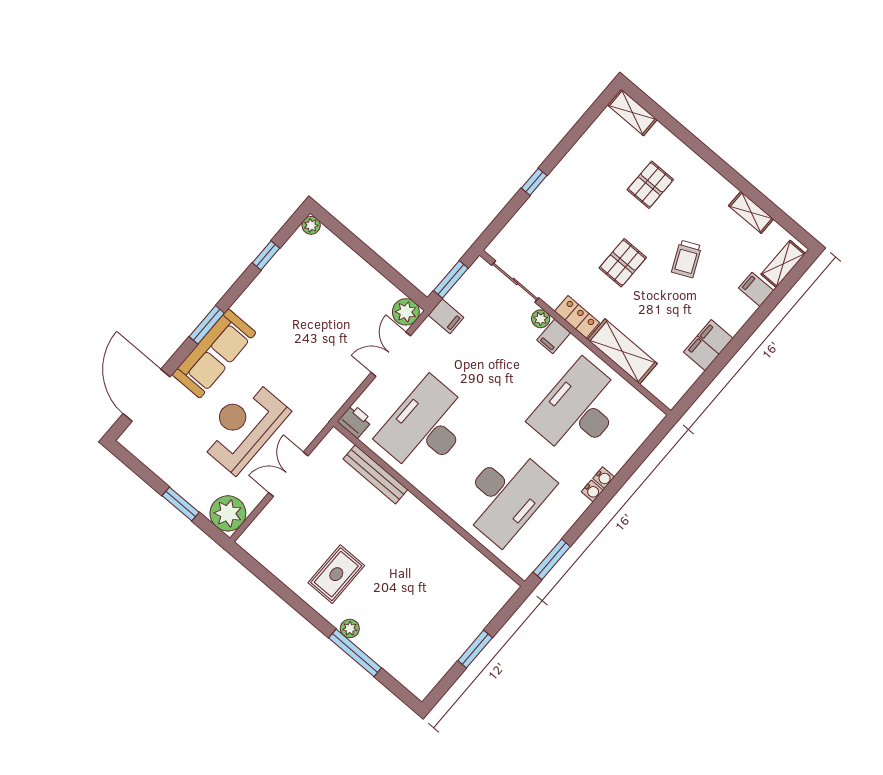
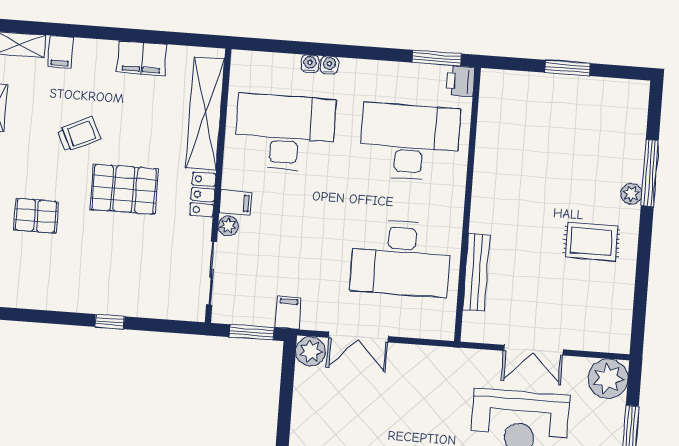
pallet: (623, 263) -> (124, 189), width x1.50, depth x1.42
shelving: (622, 351) -> (205, 113), width x1.47
desk: (579, 410) -> (285, 132), turned 180
printer: (355, 421) -> (460, 81), moved
water cooler: (592, 491) -> (310, 64), moved

